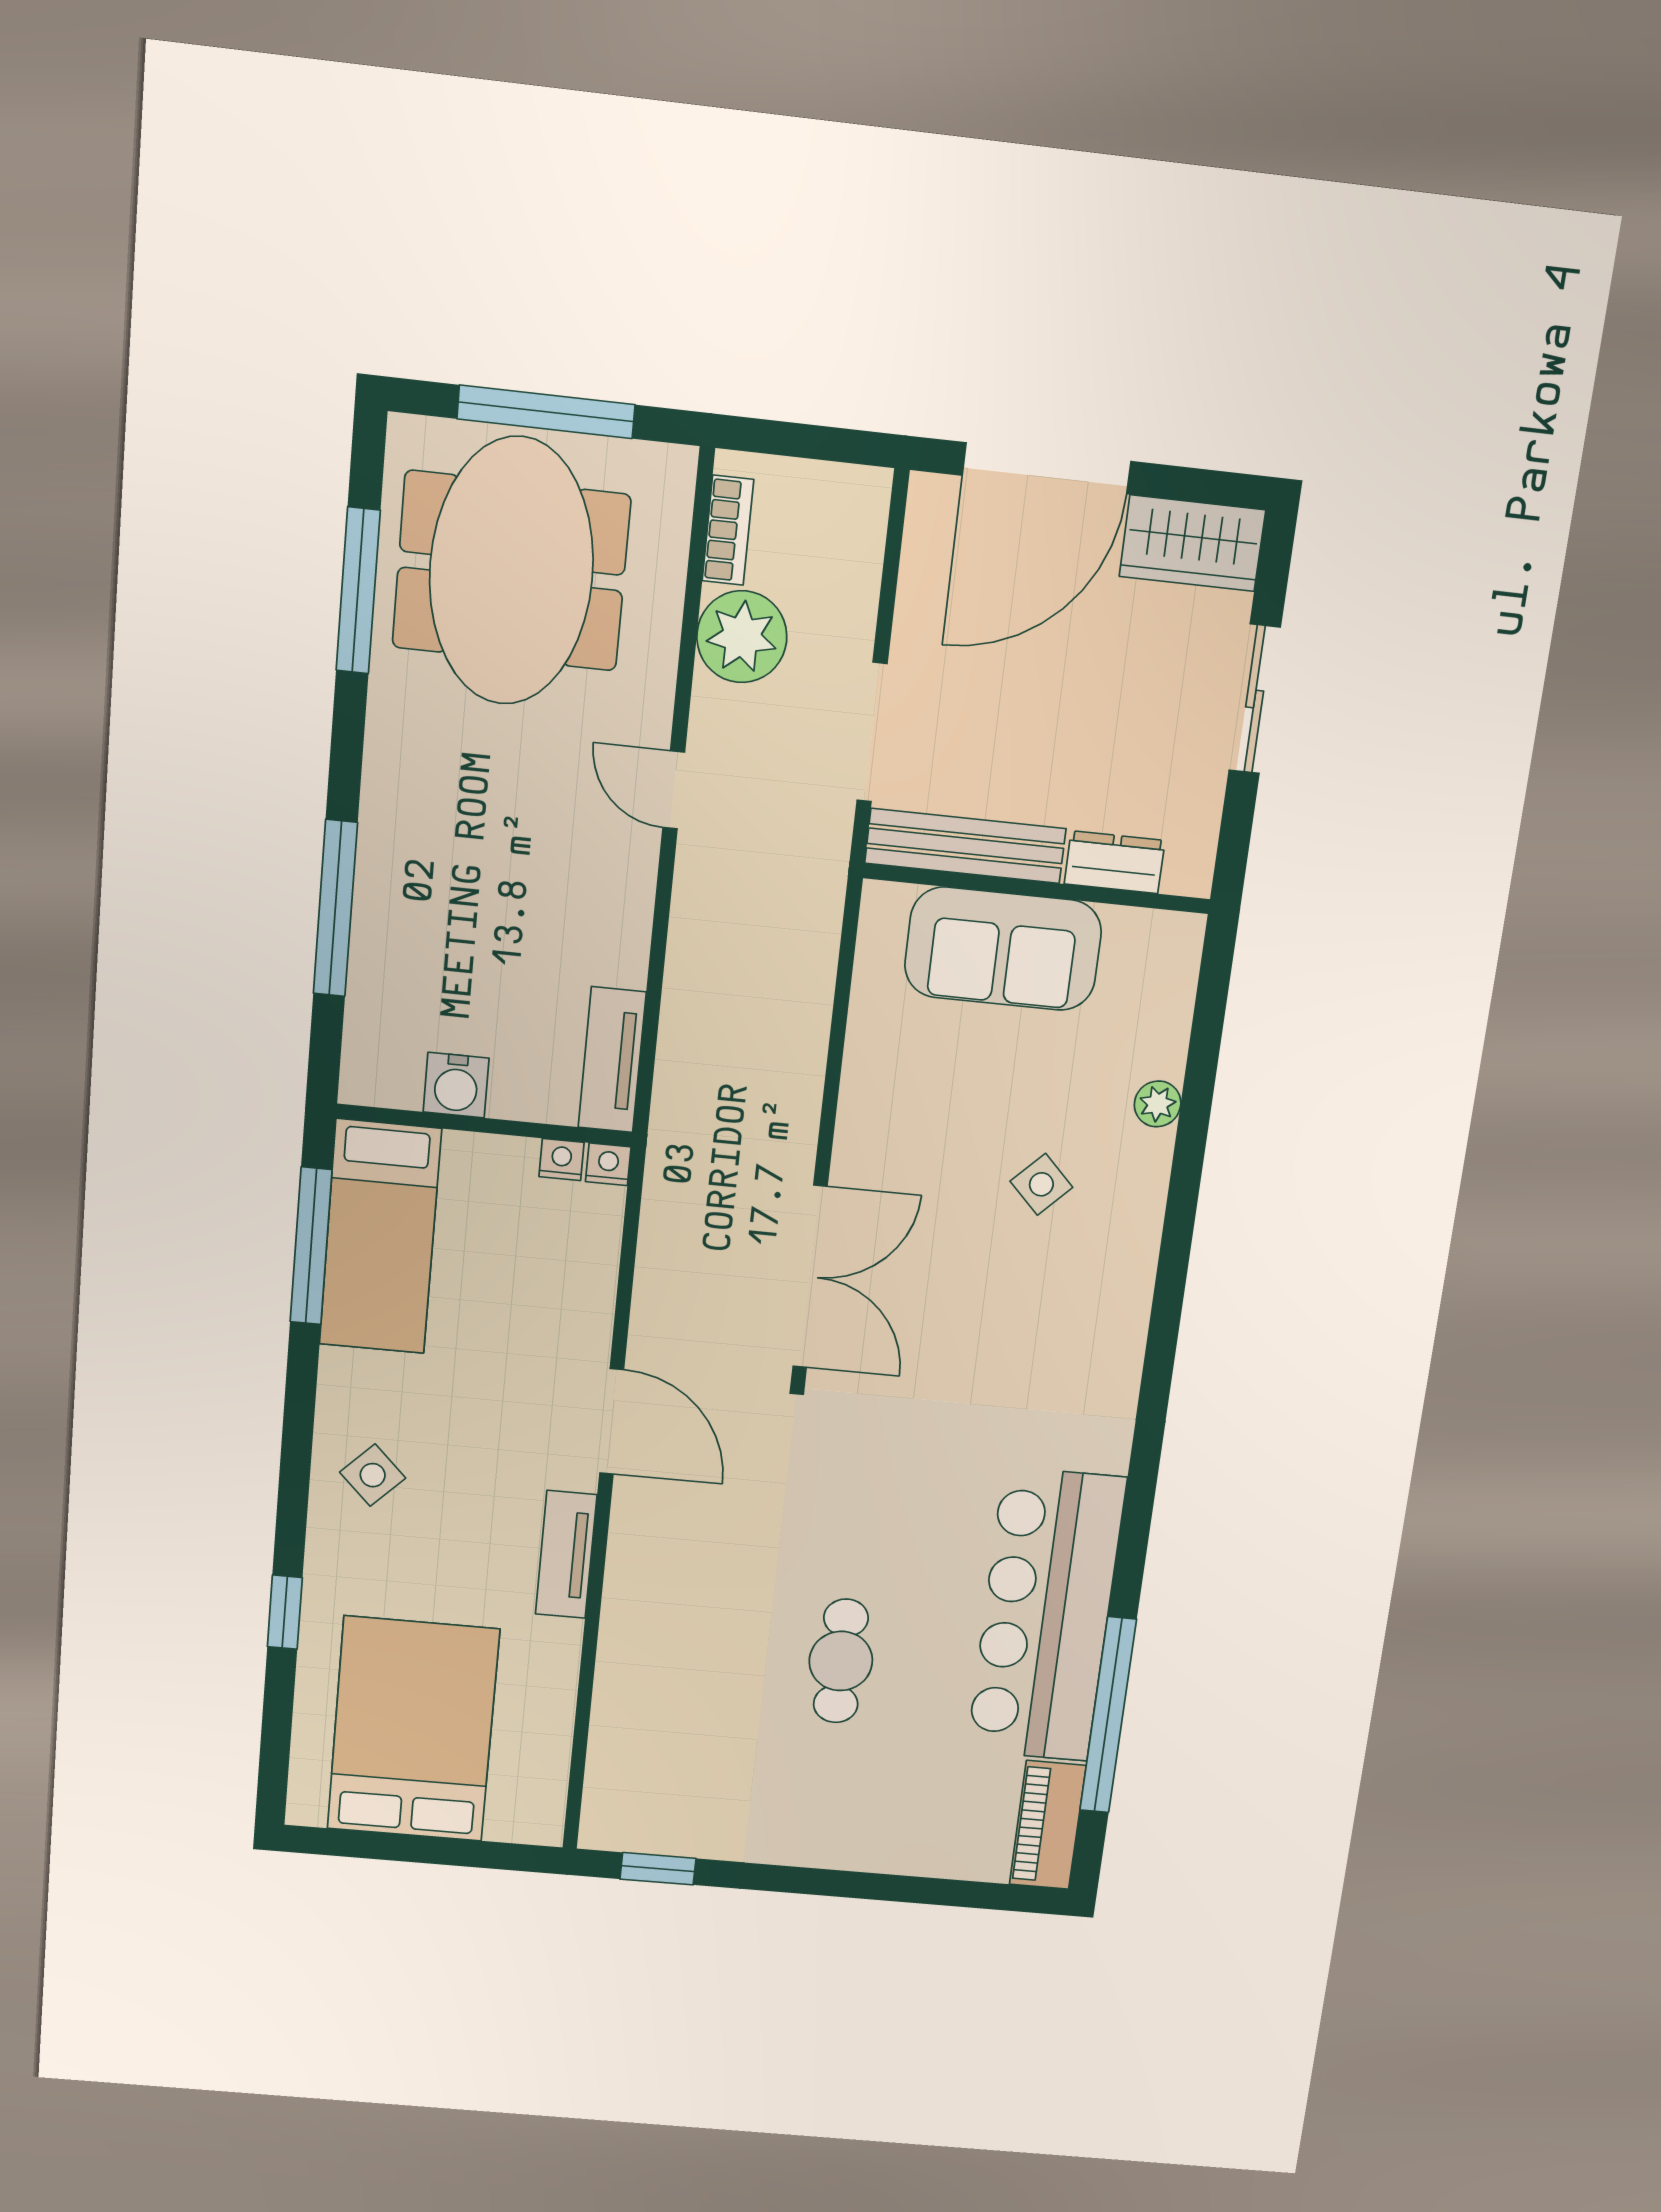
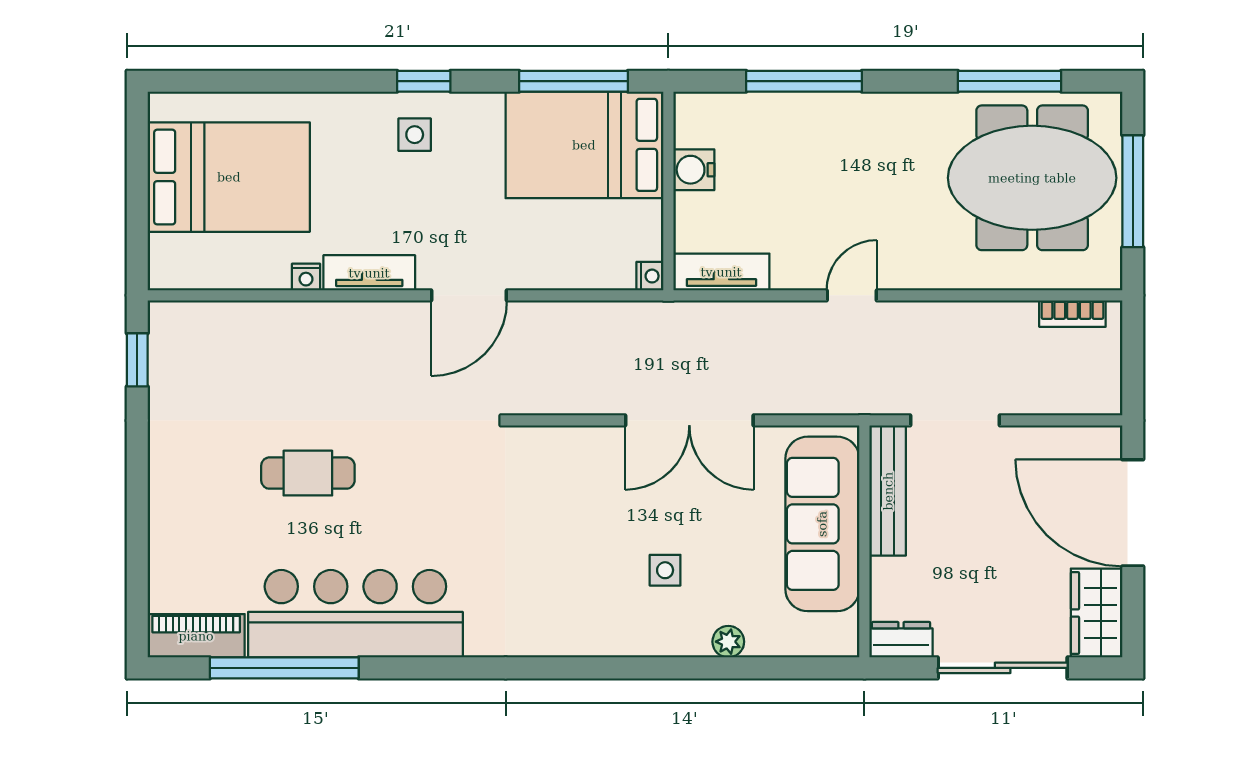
plant: (742, 637) -> (1007, 329), removed
sliding door: (1255, 699) -> (1003, 668), width x1.37
door: (674, 790) -> (852, 295), moved
dresser: (1115, 862) -> (901, 640), moved, turned -90
sofa: (1003, 949) -> (822, 524), width x1.36
nightstand: (561, 1159) -> (306, 277), moved, turned 90
side table: (1041, 1184) -> (665, 570), turned 45
bed: (380, 1237) -> (584, 145), width x1.50
double door: (810, 1277) -> (689, 420), moved
side table: (373, 1475) -> (415, 135), turned 45
window: (285, 1612) -> (424, 81), moved

